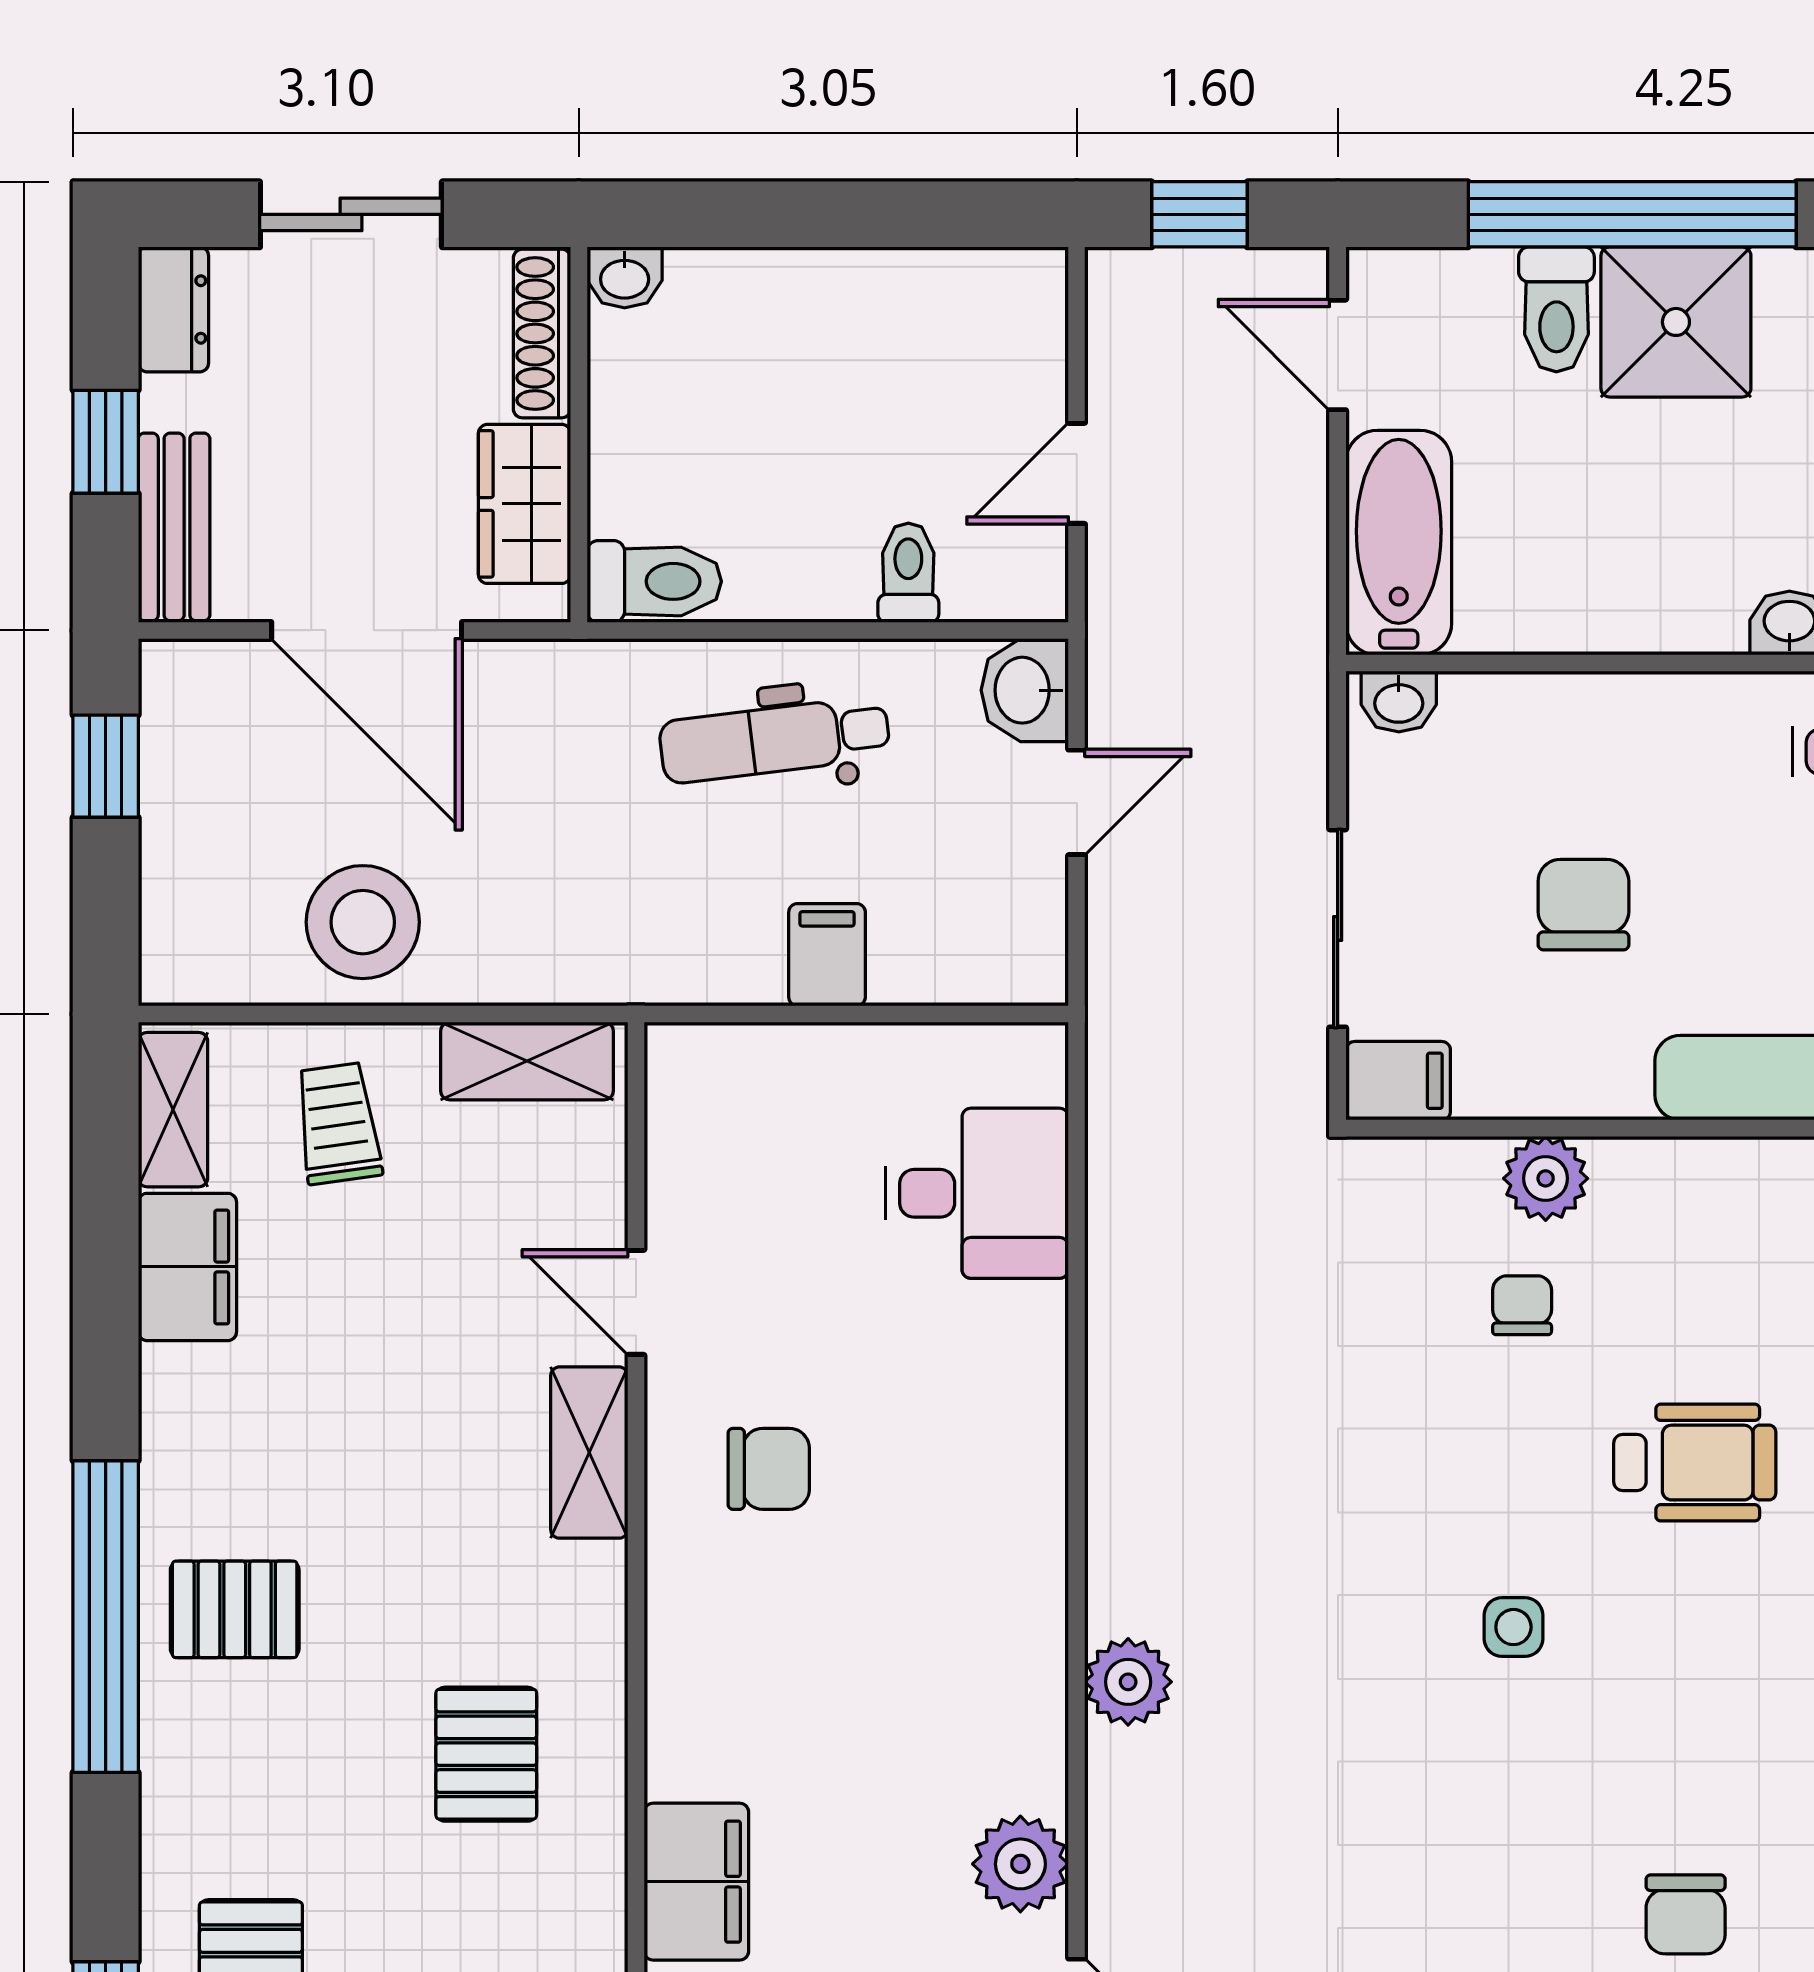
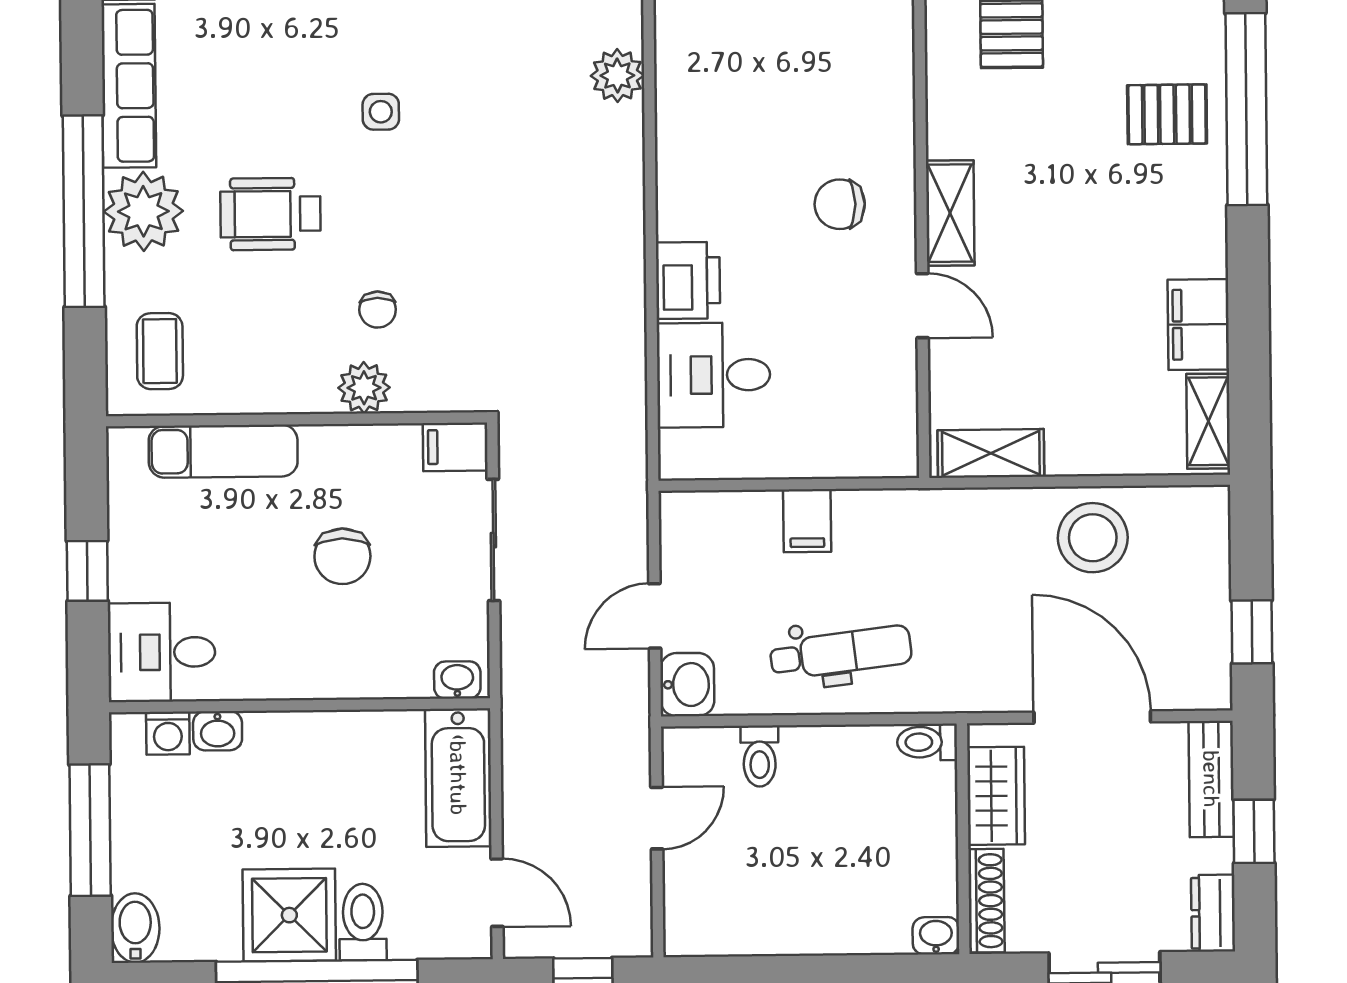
toilet: (654, 581) -> (927, 742), width x0.73, depth x0.72
trolley: (338, 1123) -> (1107, 414), removed
printer: (1017, 1347) -> (688, 280), added

